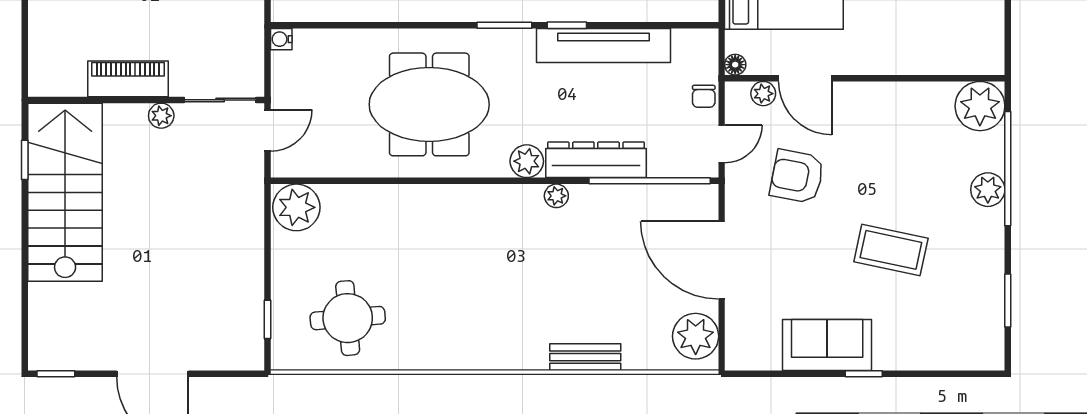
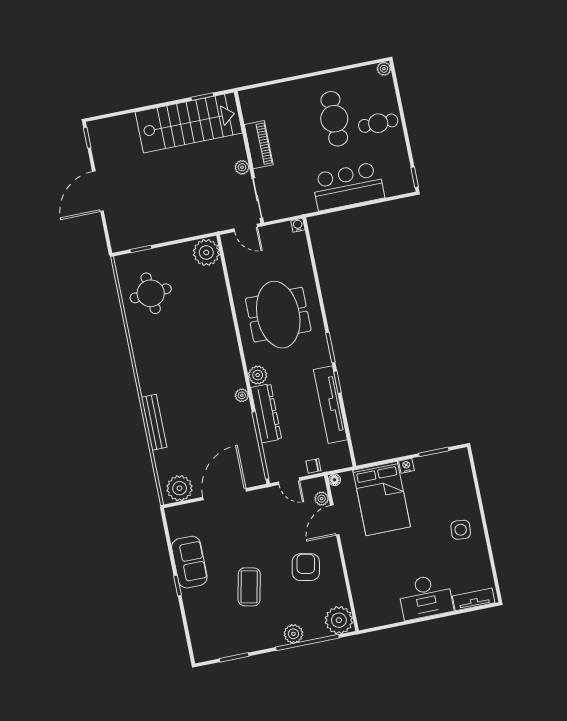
armchair: (797, 176) -> (306, 567), moved
bench: (585, 357) -> (154, 422), width x1.36

